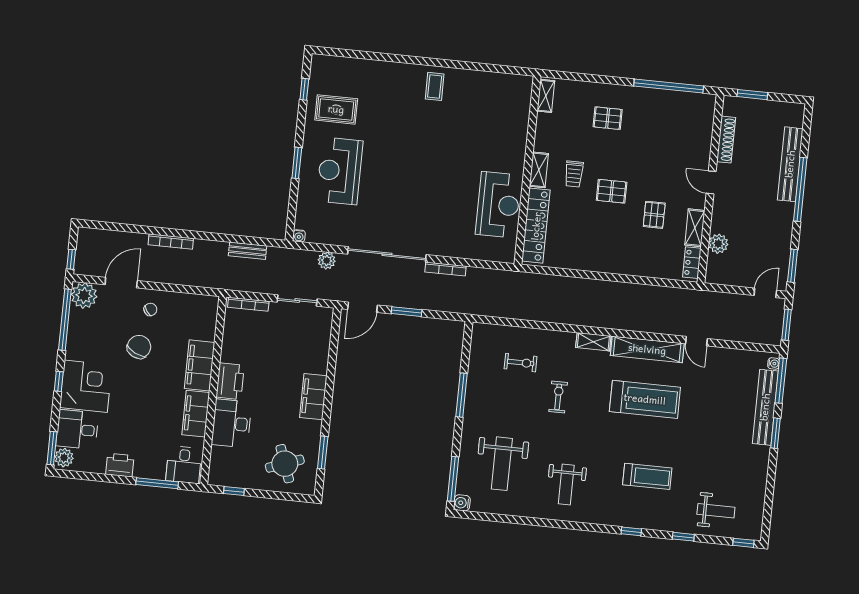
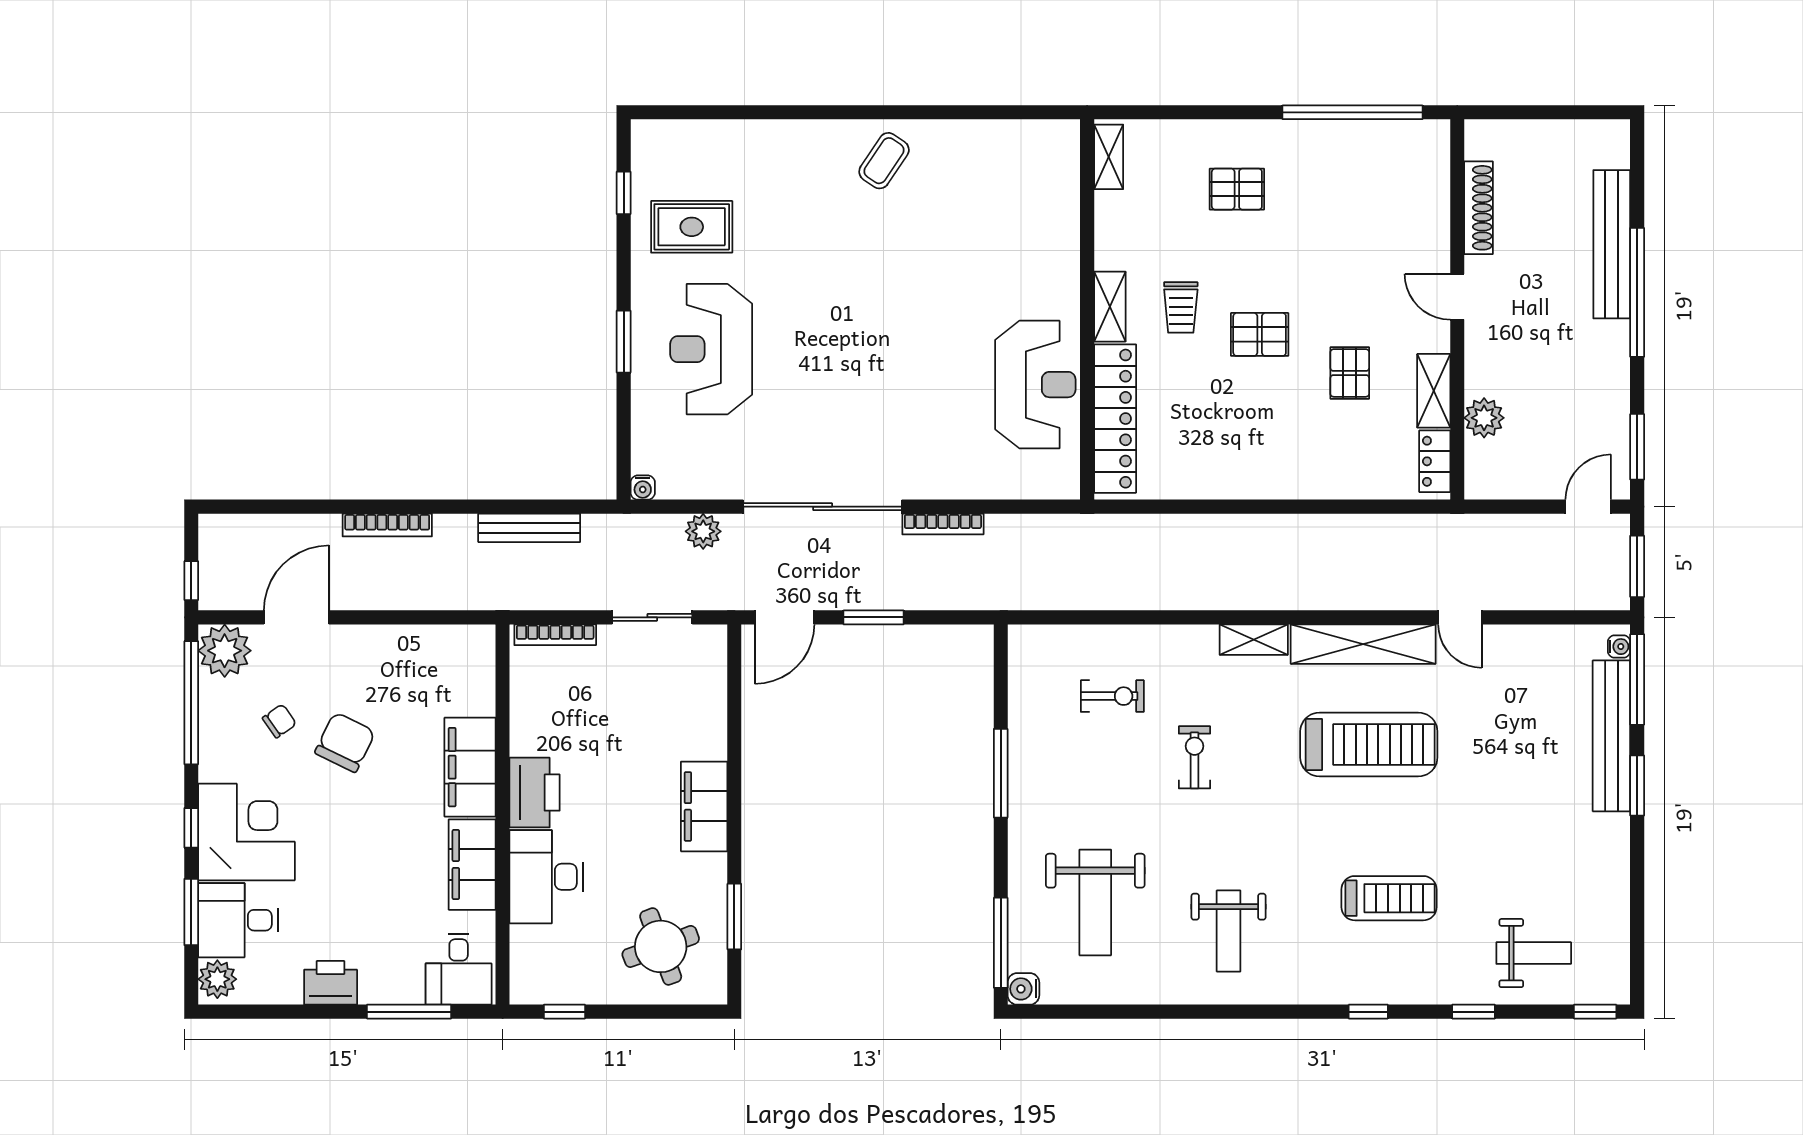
coffee table: (435, 86) -> (884, 161), turned 34
window: (752, 95) -> (1522, 112), removed
bench: (248, 251) -> (529, 528), width x1.36
chair: (150, 309) -> (279, 721), moved
window: (52, 448) -> (191, 912), moved

